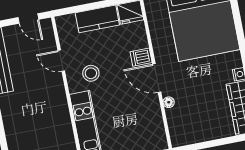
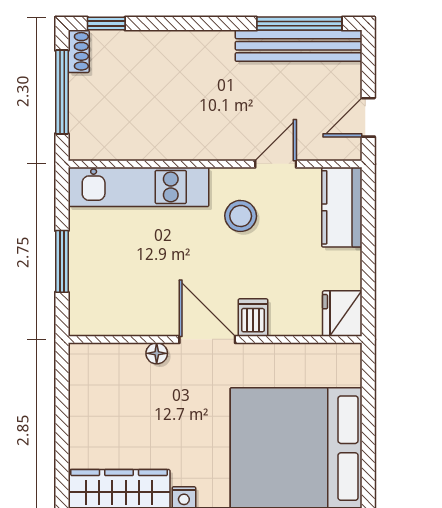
kitchen counter: (97, 19) -> (342, 207), moved
door: (157, 78) -> (207, 339), hinge flipped

